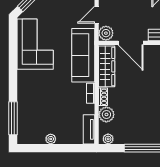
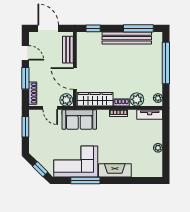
door: (131, 43) -> (75, 79), swing flipped
sofa: (83, 55) -> (79, 120), width x0.73
fireplace: (25, 89) -> (115, 170), added
window: (13, 118) -> (85, 181), moved

